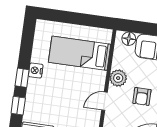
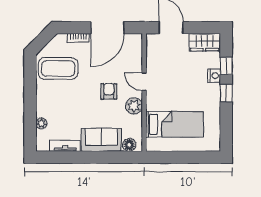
nightstand: (36, 70) -> (214, 76), moved
door: (104, 101) -> (144, 82), swing flipped

